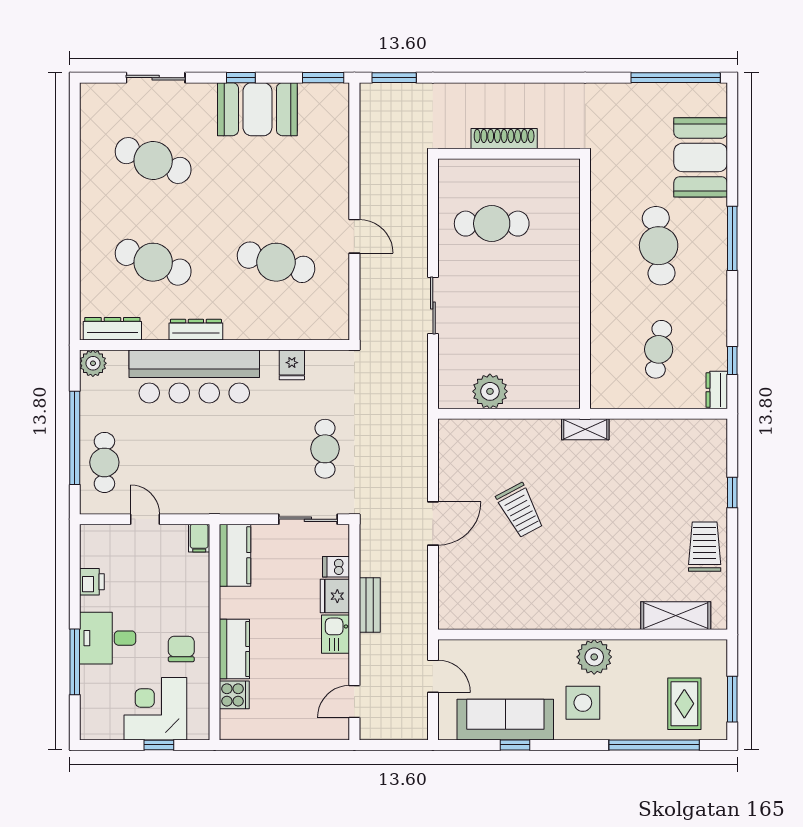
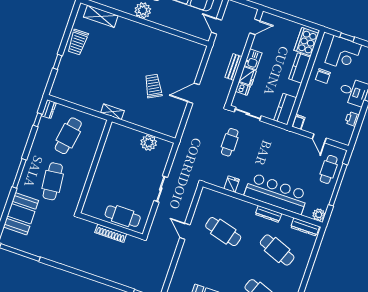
shoe rack: (504, 139) -> (111, 233), moved
wall: (509, 154) -> (111, 226), moved
cafe table: (659, 349) -> (68, 136), width x1.37, depth x1.35
cooker: (234, 695) -> (306, 42), width x1.87, depth x1.31

